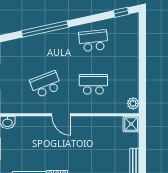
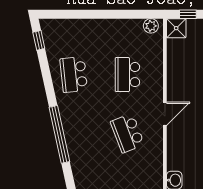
window: (142, 134) -> (188, 14), added

